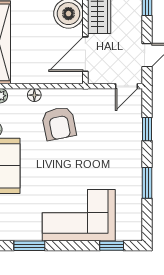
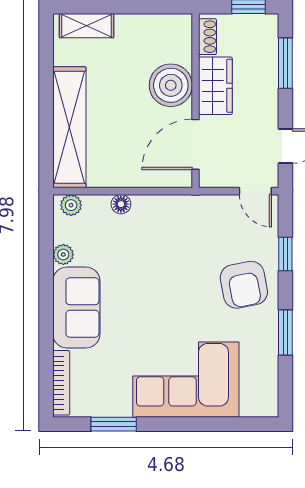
door: (126, 86) -> (255, 191), hinge flipped
armchair: (59, 123) -> (244, 285), moved
window: (112, 246) -> (234, 424), removed

